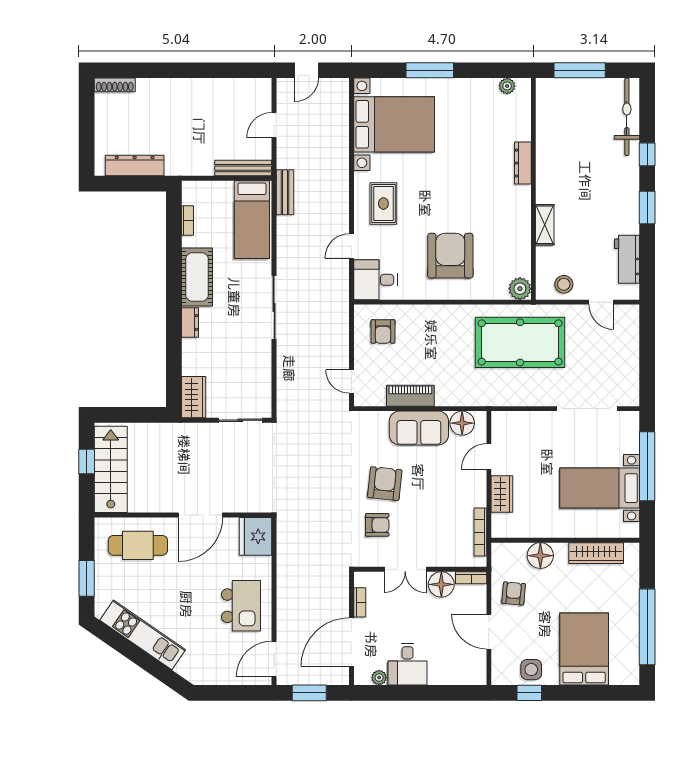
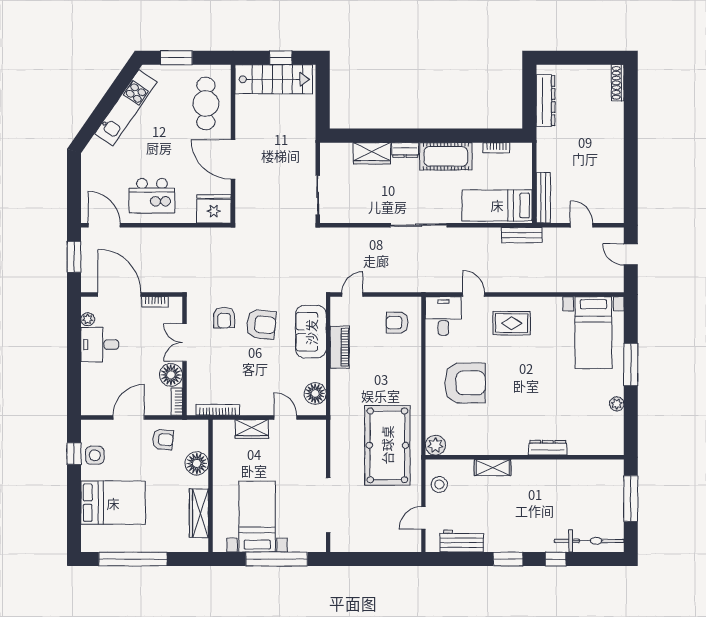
plant: (507, 86) -> (617, 404), moved
bed with nightstands: (394, 124) -> (593, 333), width x0.73
wardrobe: (194, 397) -> (372, 153), moved
sofa: (419, 428) -> (311, 332), moved

